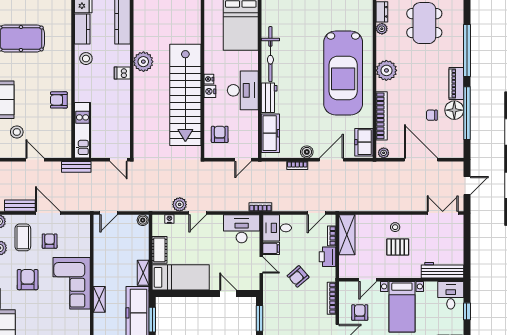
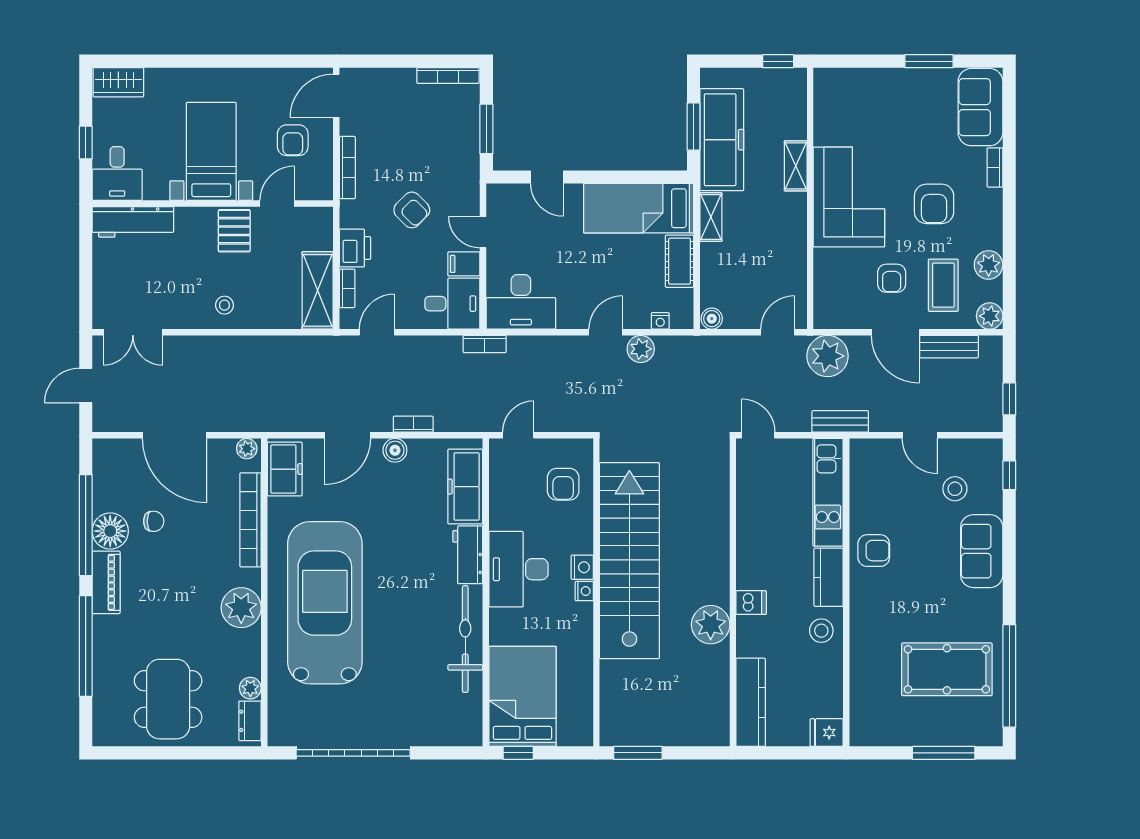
kitchen counter: (82, 29) -> (829, 577), moved
plant: (83, 201) -> (828, 356), added
pallet: (398, 247) -> (234, 231), moved, turned 90
armchair: (298, 276) -> (412, 210), turned 86

